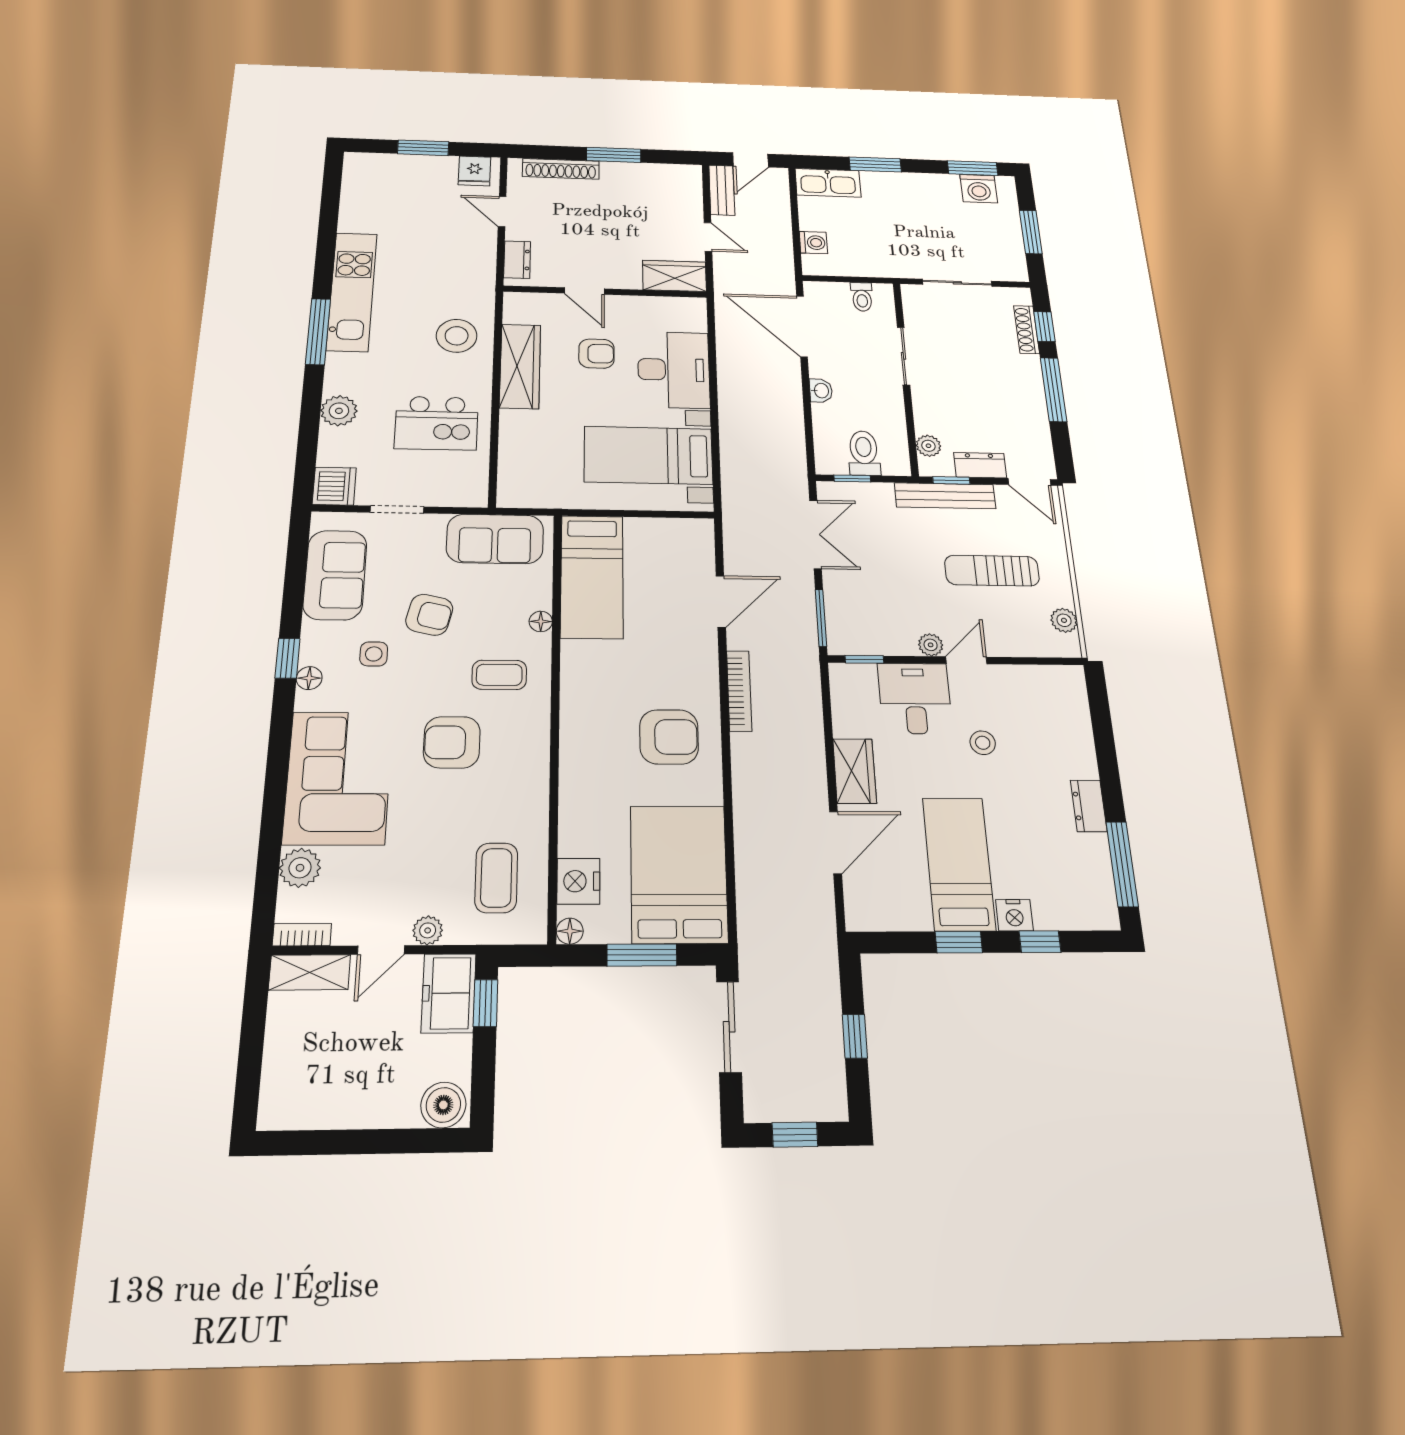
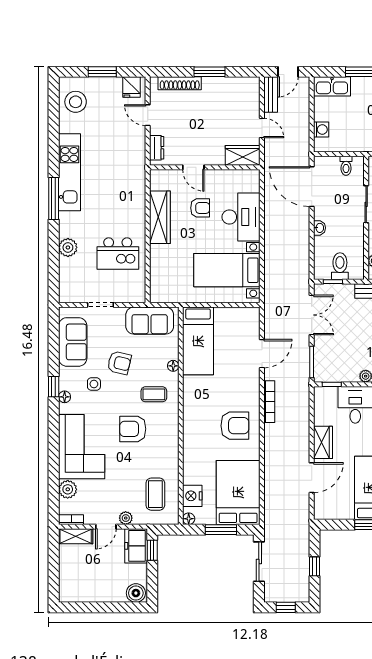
stool: (457, 336) -> (76, 102), moved
dishwasher: (334, 486) -> (69, 292), removed

